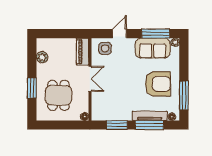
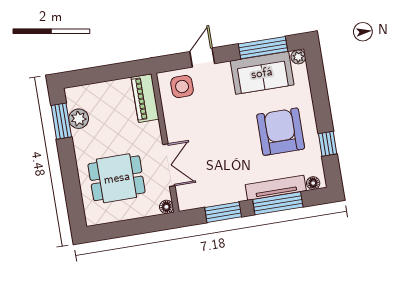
double door: (90, 79) -> (169, 165), moved
armchair: (158, 84) -> (281, 132), turned -90
window: (32, 88) -> (61, 121), moved
dining table: (58, 95) -> (117, 178), turned 90
window: (184, 95) -> (328, 144), width x0.46

